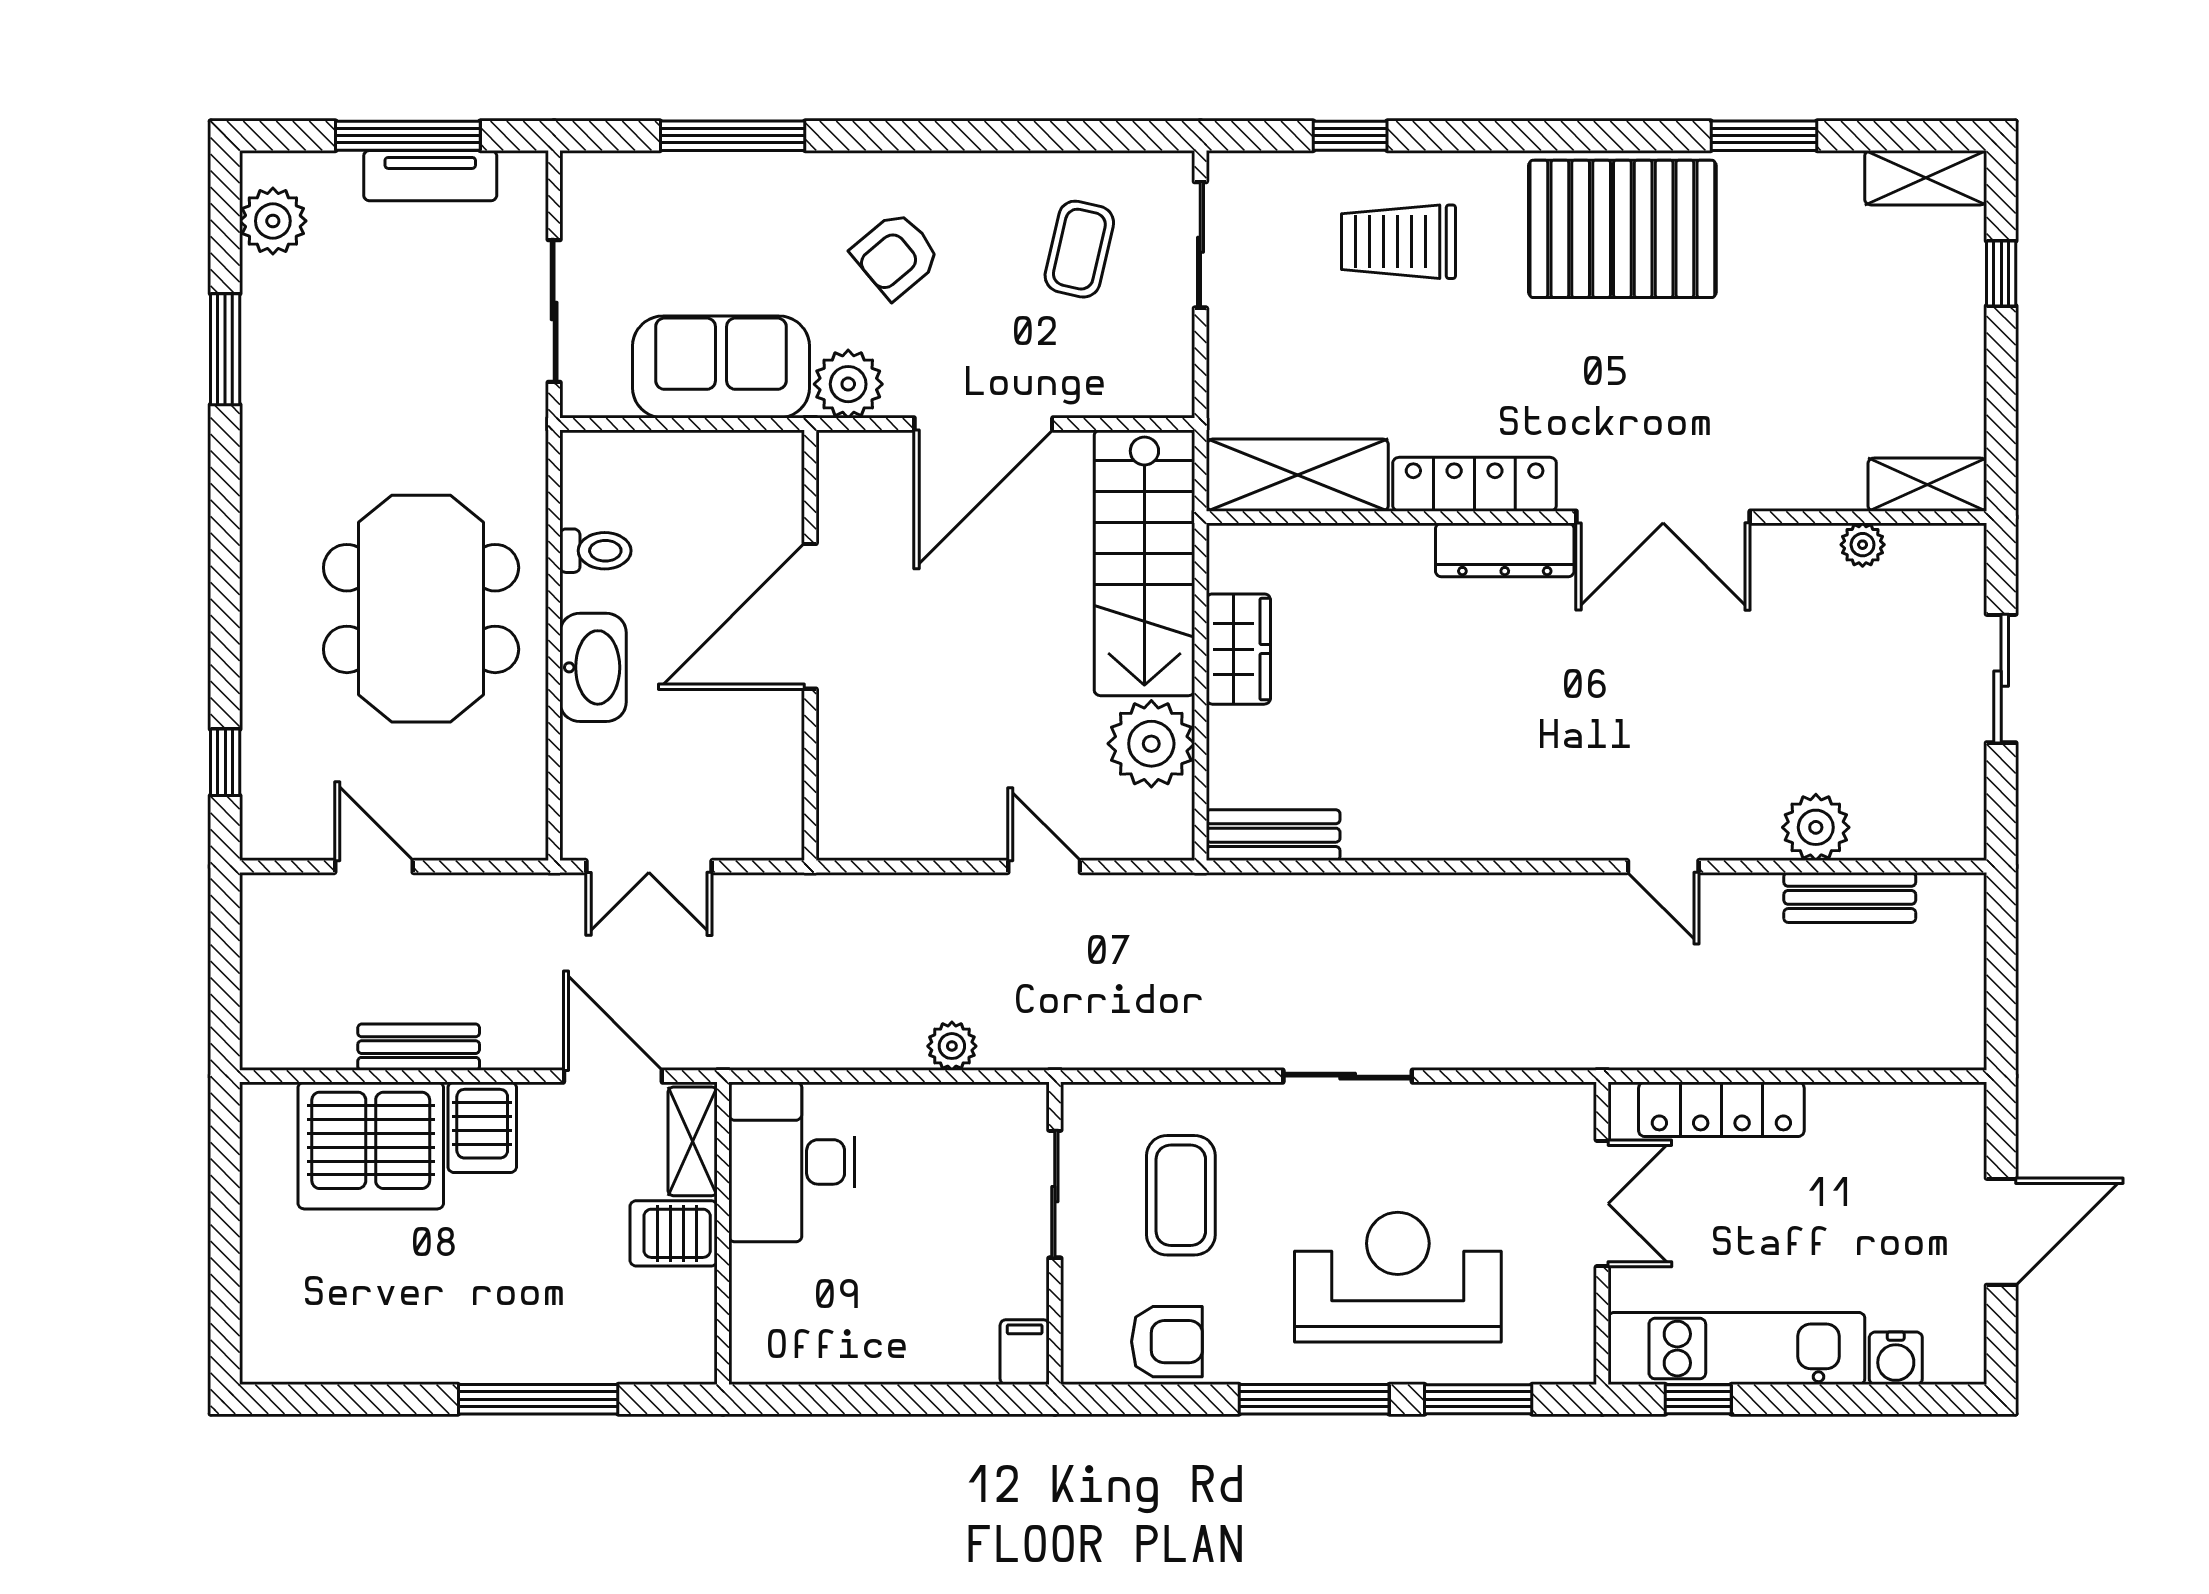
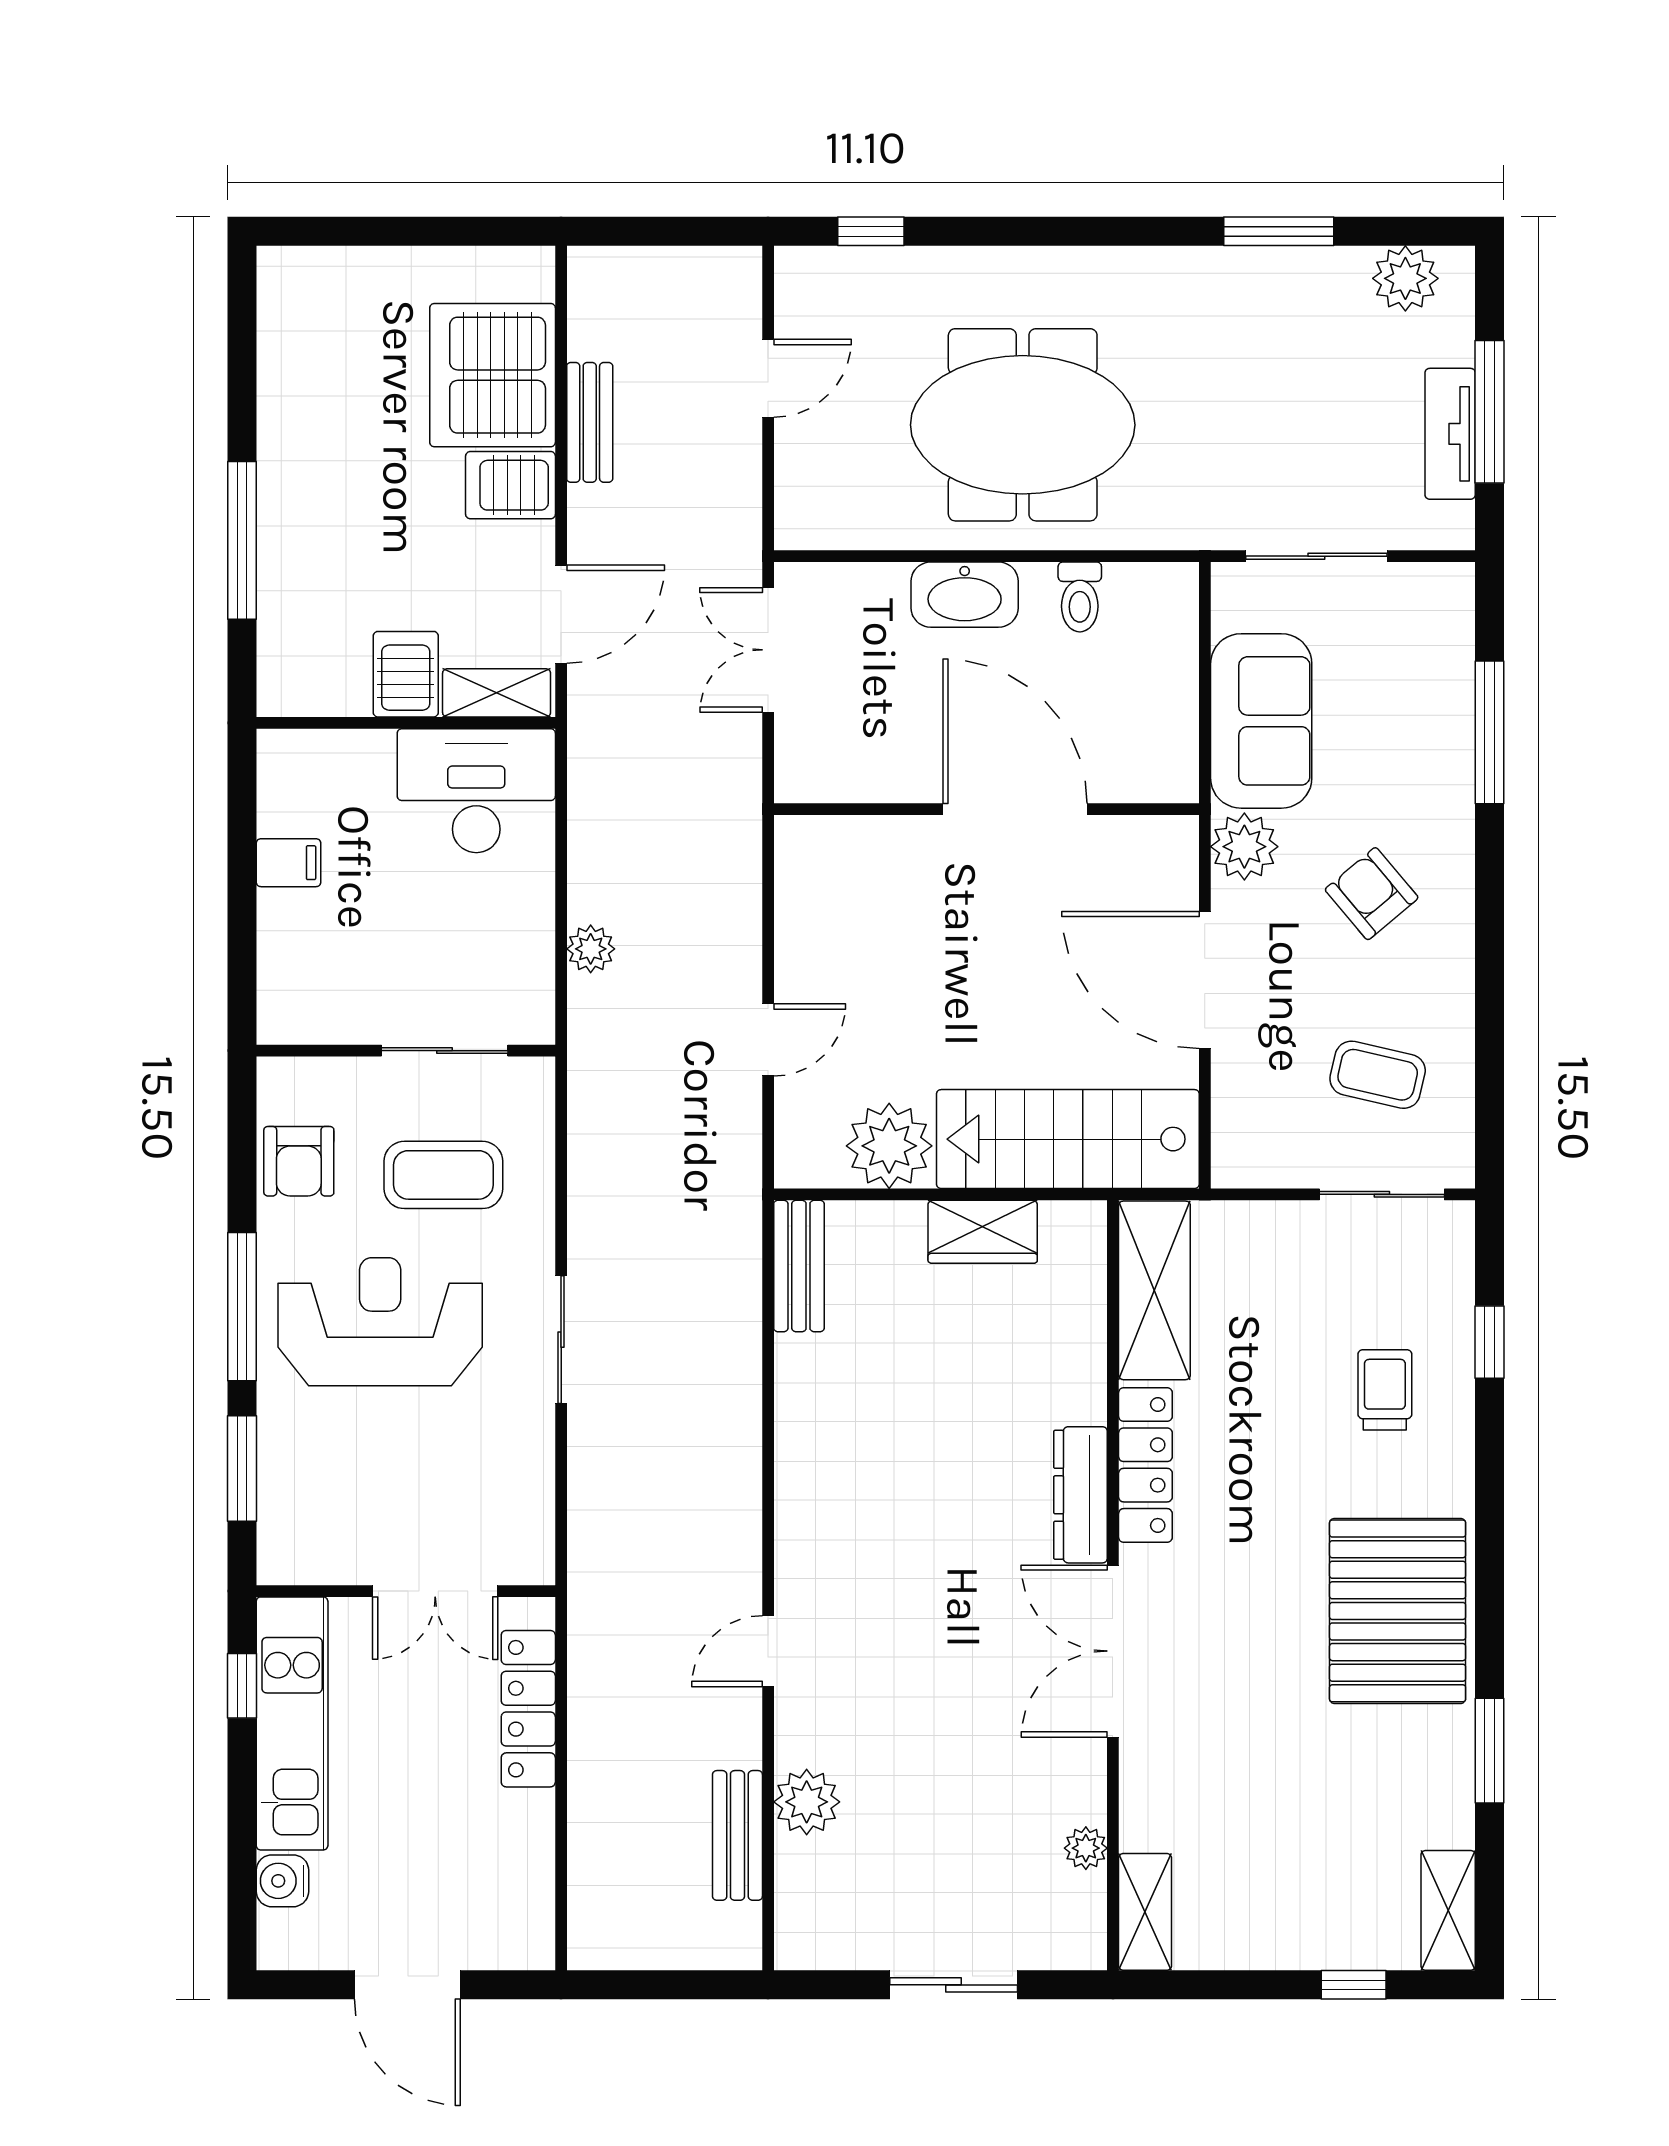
trolley: (1399, 242) -> (1385, 1390), width x0.73, depth x0.72
reception desk: (1398, 1277) -> (380, 1322), moved, turned -90
filing cabinet: (1025, 1352) -> (288, 863), moved

